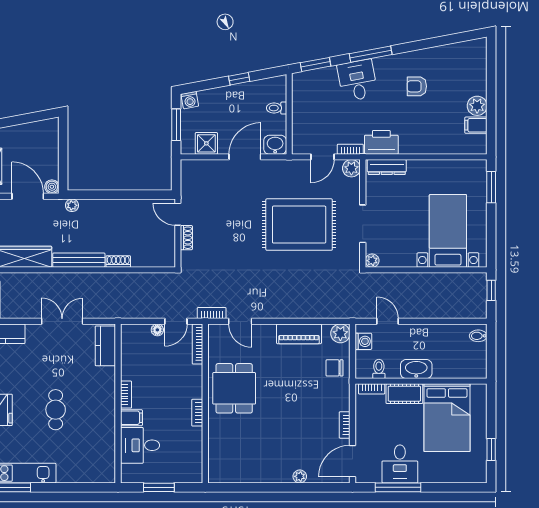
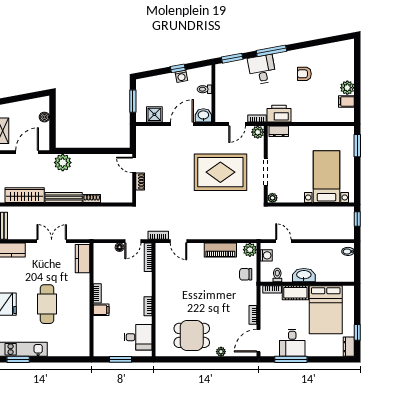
washing machine: (190, 100) -> (181, 76), moved
dresser: (387, 167) -> (279, 131), width x0.70
boiler: (52, 187) -> (44, 117), moved
door: (28, 196) -> (27, 152), hinge flipped
plant: (72, 205) -> (63, 163), width x1.88, depth x1.88
dining table: (234, 388) -> (192, 335), moved, turned 90
cafe table: (56, 410) -> (47, 304), width x1.37, depth x1.35
desk: (140, 445) -> (138, 337), moved, turned 180
dresser: (479, 469) -> (349, 347), added

